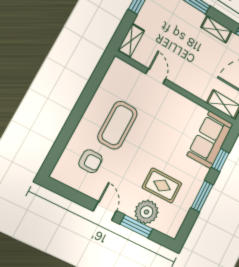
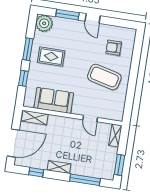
coffee table: (118, 125) -> (104, 77), turned -76
sofa: (210, 140) -> (54, 100), moved, turned -90
rug: (162, 186) -> (51, 57), moved
plant: (146, 212) -> (44, 23), moved

